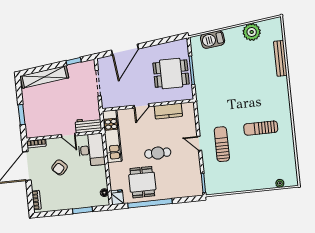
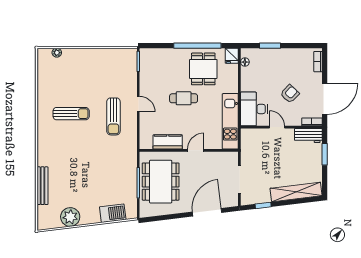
dining table: (171, 74) -> (161, 182), width x1.38
workbench: (88, 125) -> (308, 136), moved
sun lounger: (222, 144) -> (113, 116), moved

